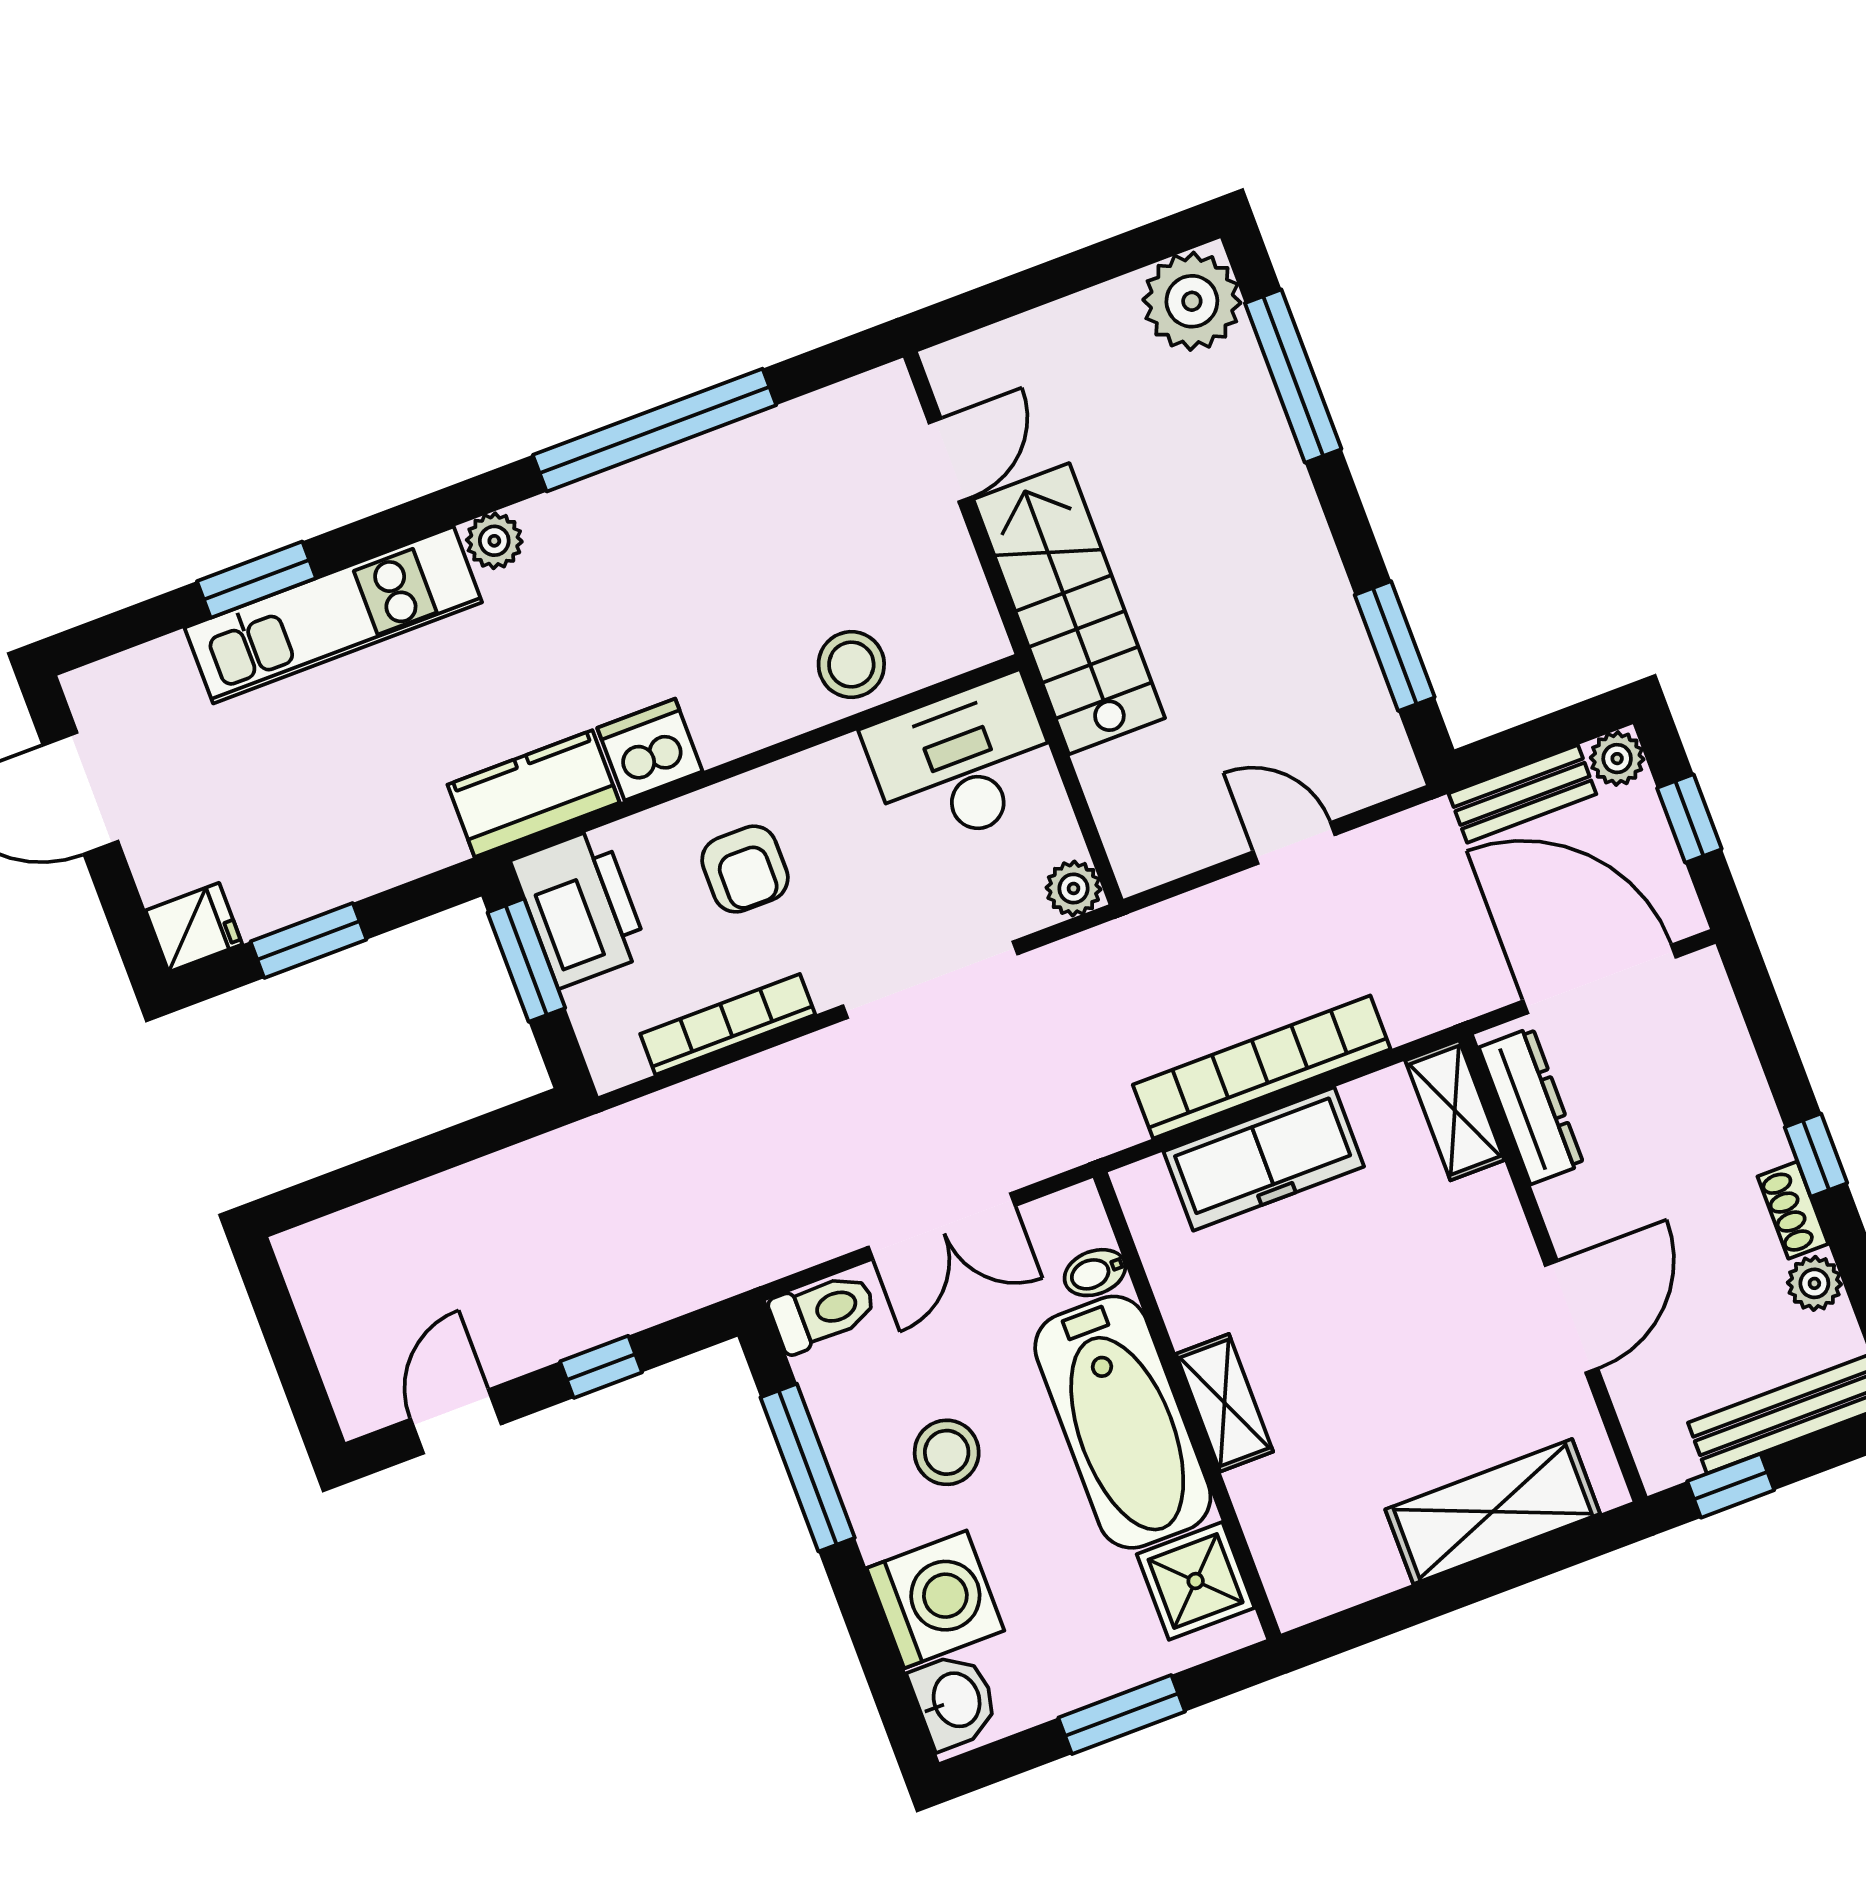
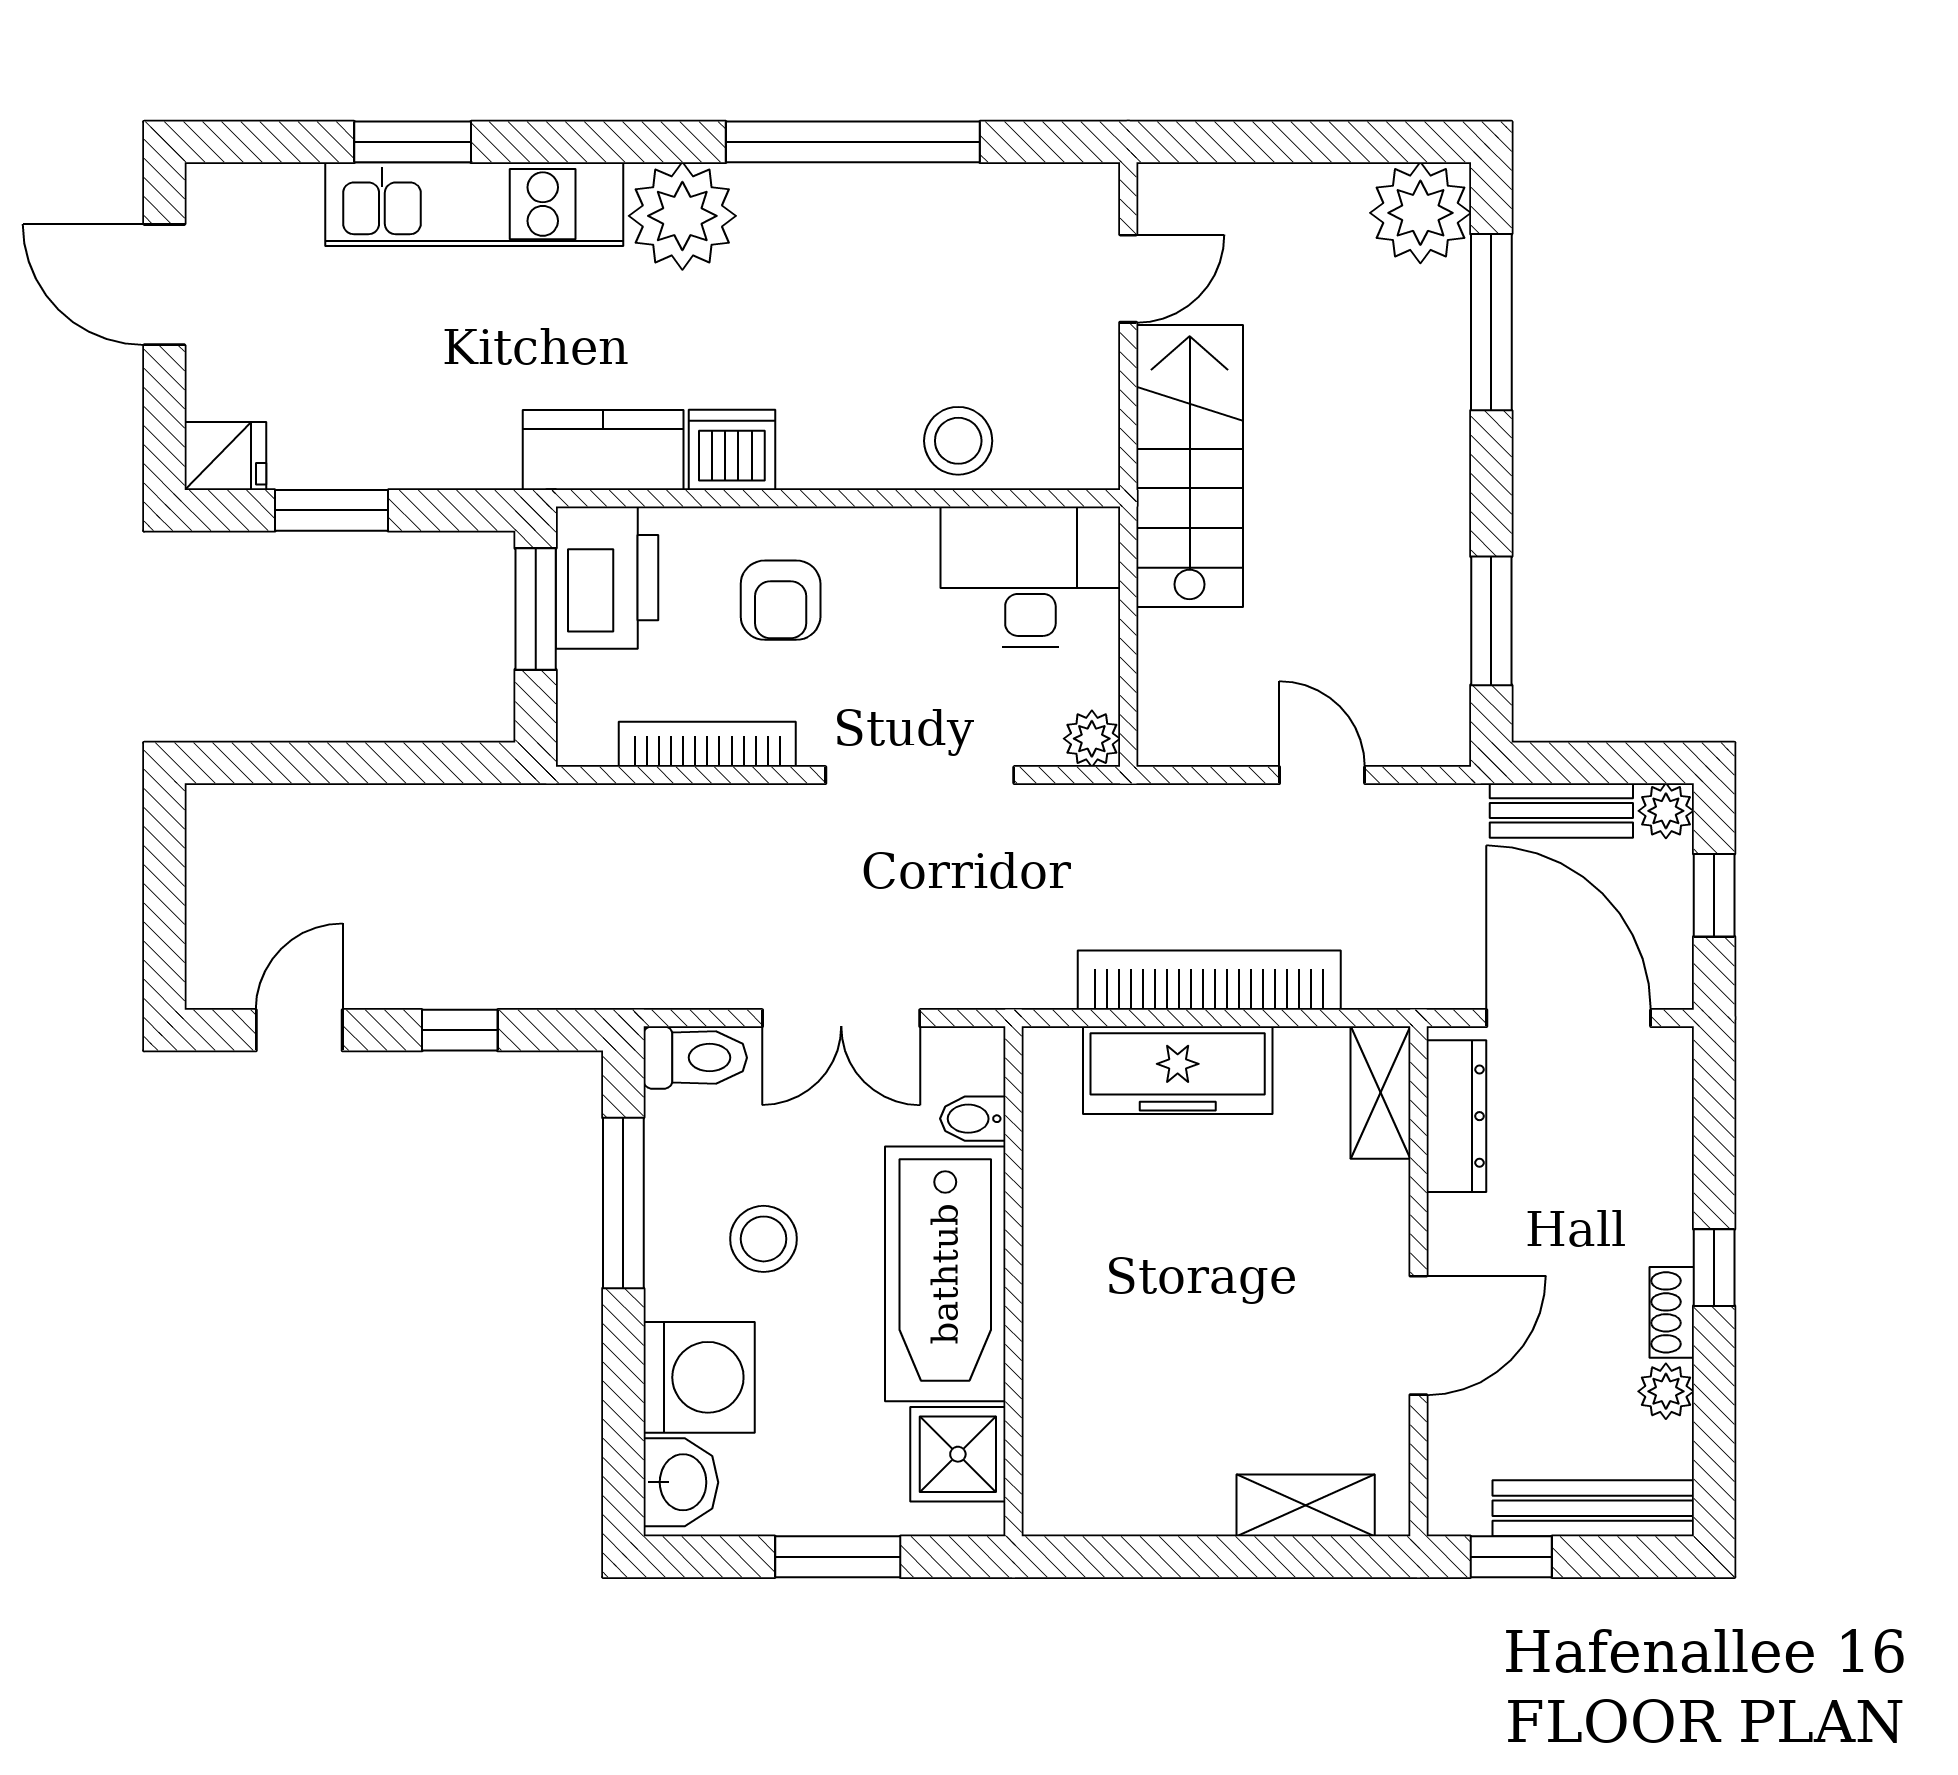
plant: (494, 541) -> (682, 216), width x1.87, depth x1.87
shelving: (1225, 1403) -> (1051, 1292), removed
shelving: (1493, 1512) -> (1306, 1505), width x0.67, depth x0.75

